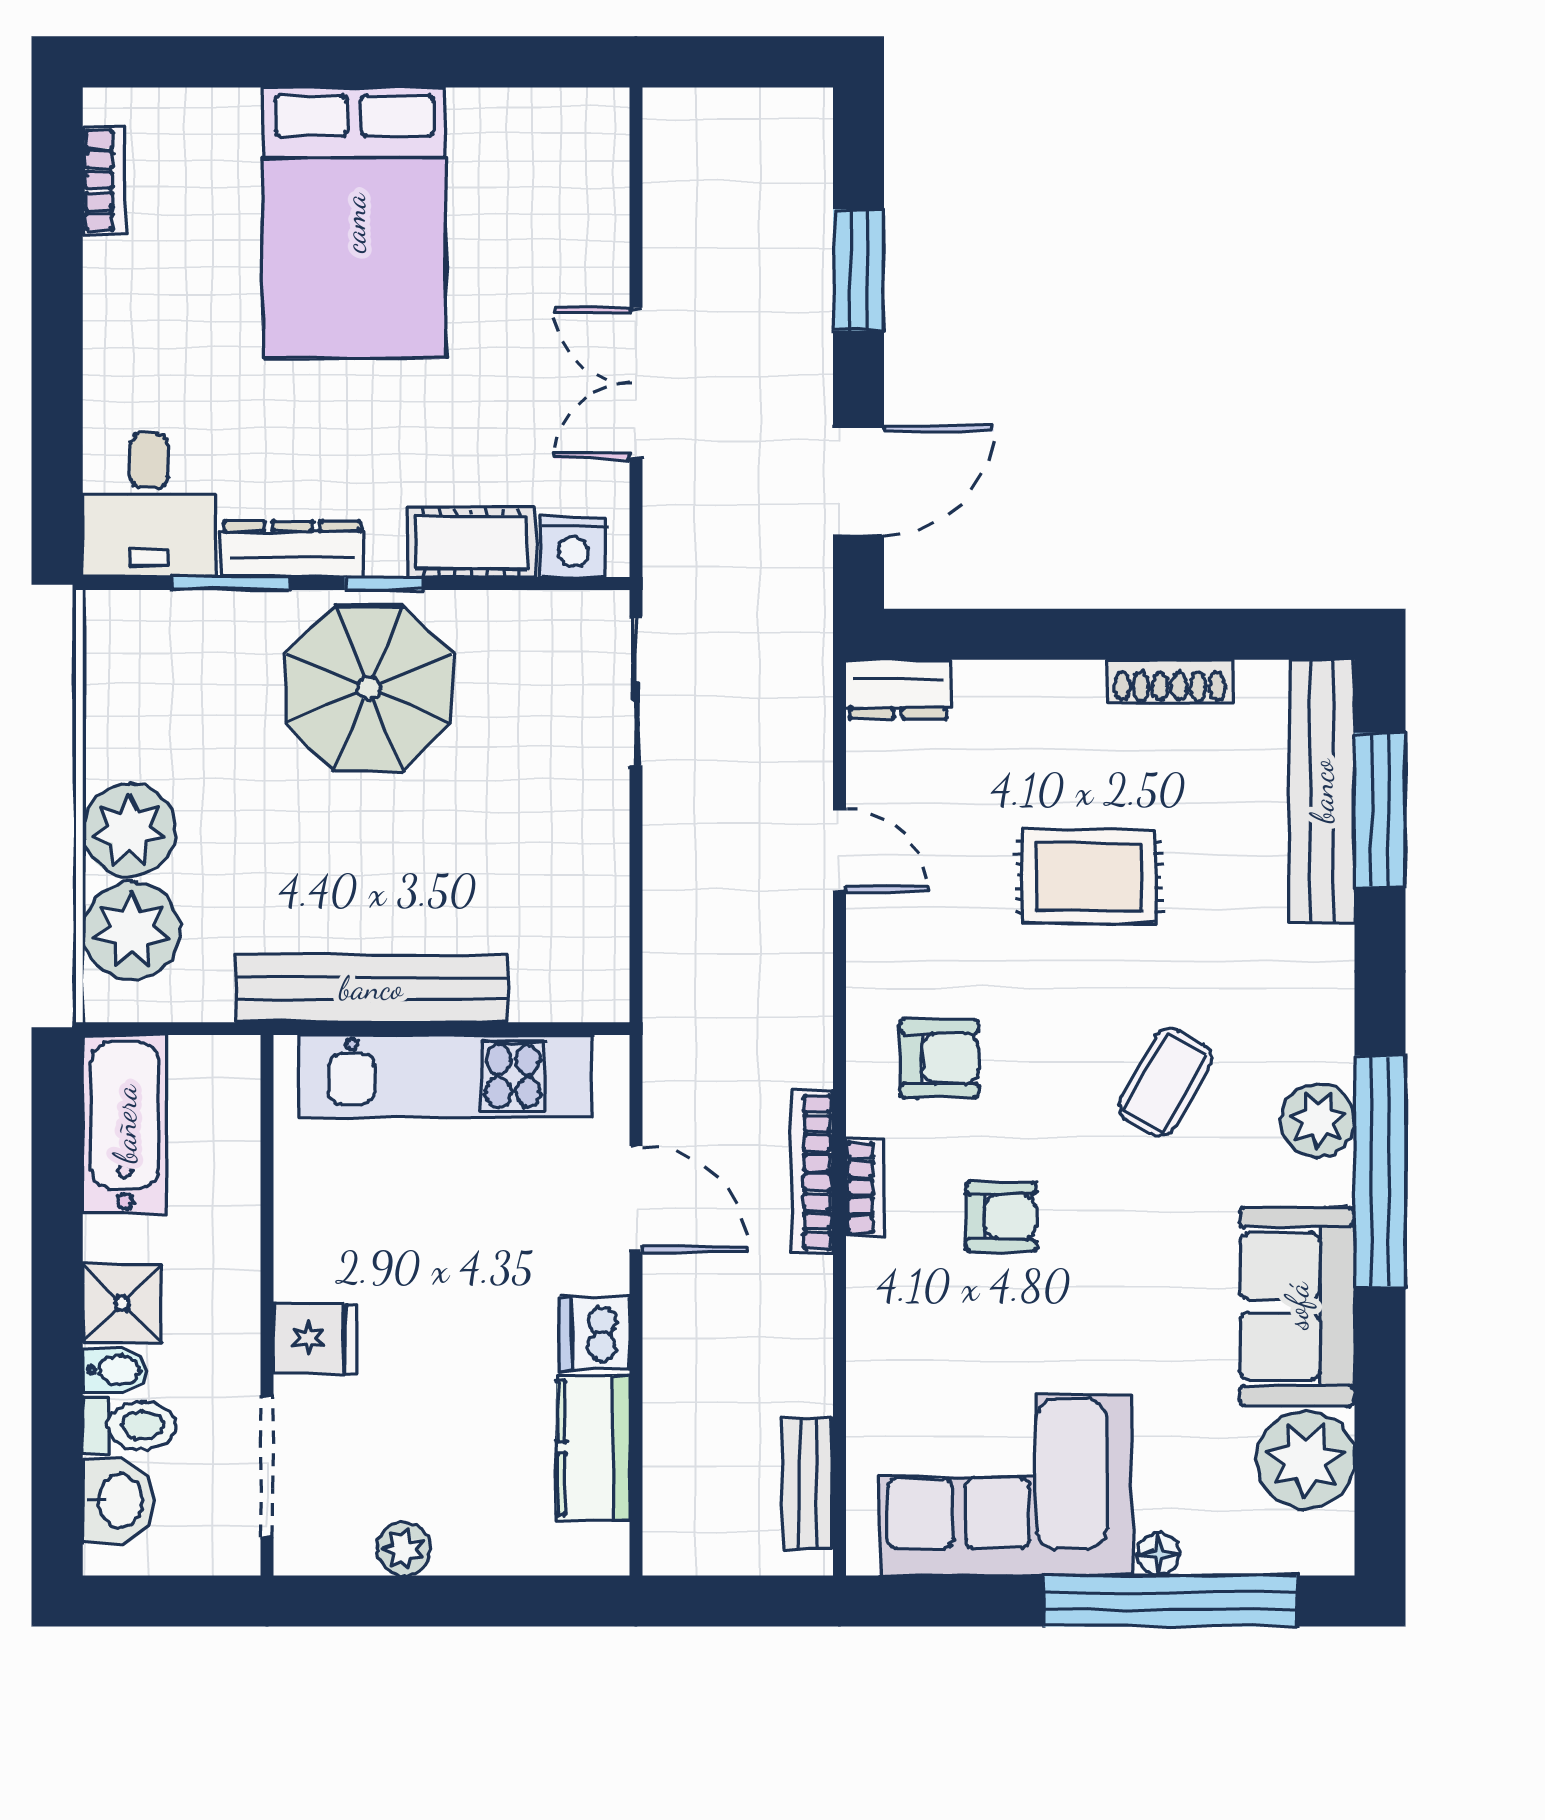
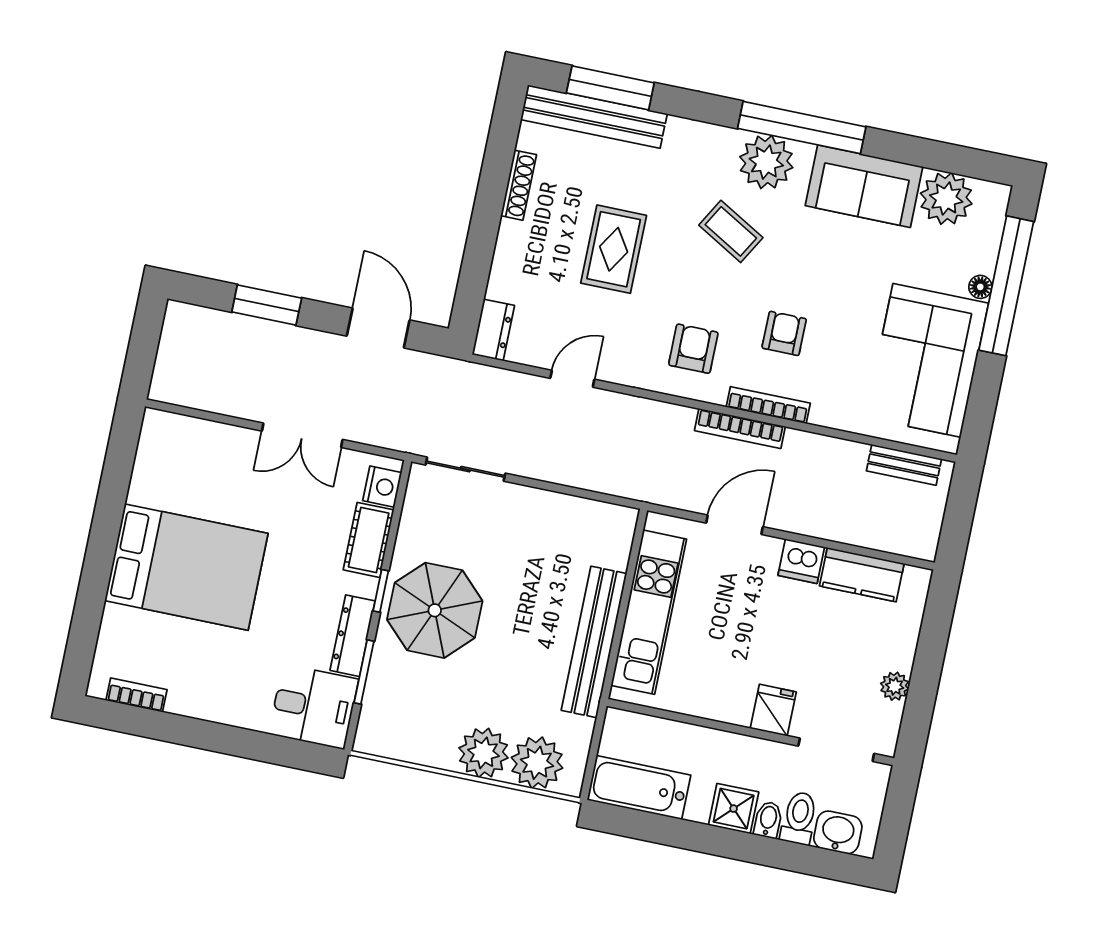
plant: (1318, 1120) -> (766, 162), width x1.36, depth x1.36
bookcase: (865, 1188) -> (768, 405), width x1.56

